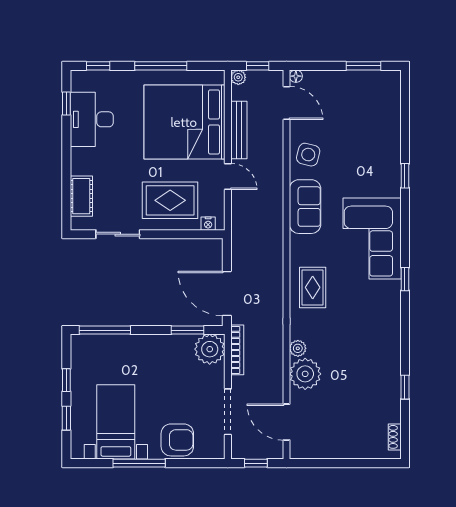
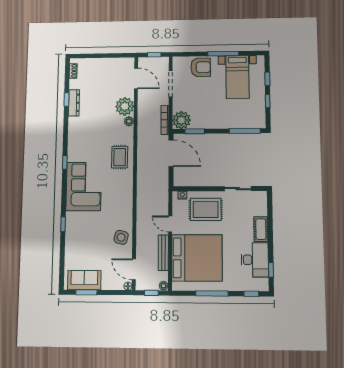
cot: (81, 196) -> (261, 229), moved
sofa: (305, 207) -> (84, 280), moved, turned 90
dresser: (392, 381) -> (74, 103), added
armchair: (177, 440) -> (201, 67), turned 180

